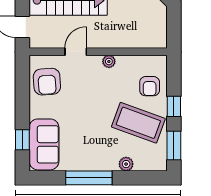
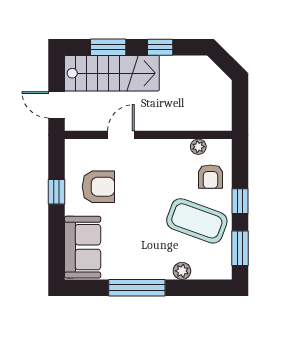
plant: (109, 61) -> (198, 147), moved
armchair: (47, 82) -> (98, 187), moved, turned -86
window: (22, 140) -> (57, 192), moved

